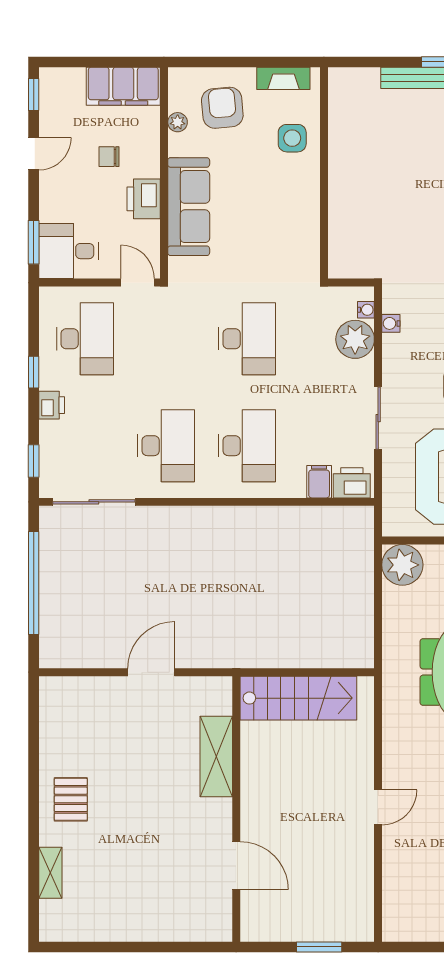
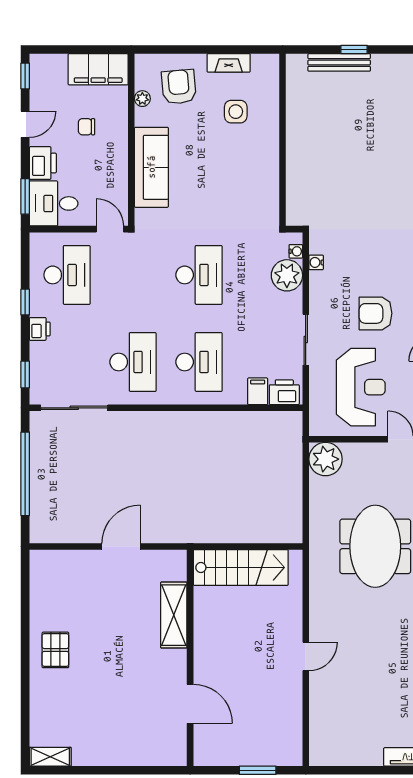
wall: (324, 173) -> (283, 140), moved
printer: (144, 199) -> (43, 163), moved, turned 180
shelving: (50, 873) -> (50, 757), moved, turned 90

